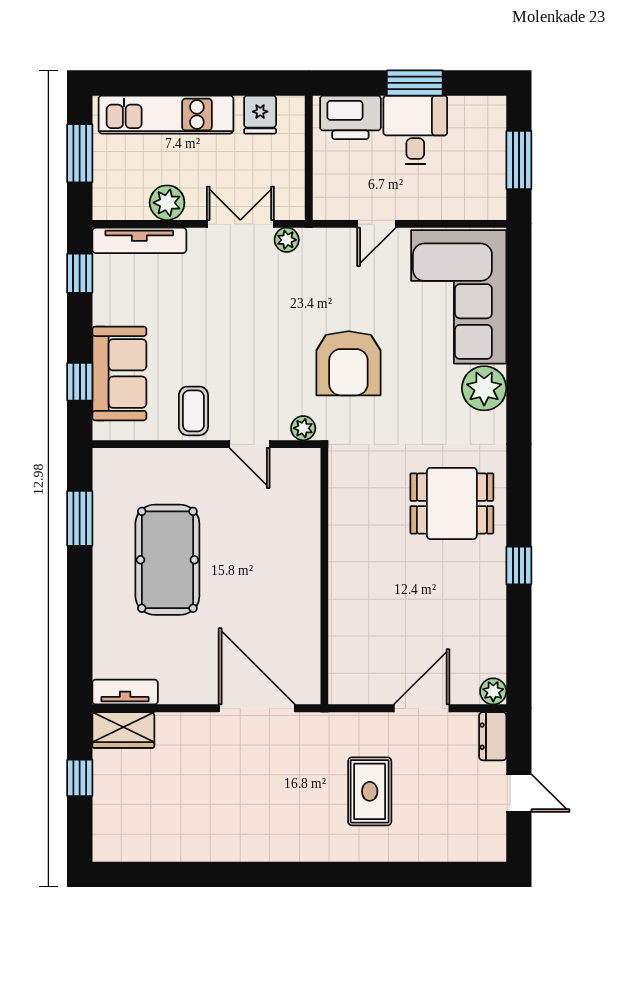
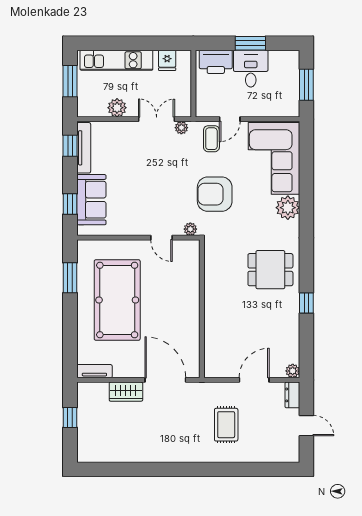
tv unit: (139, 240) -> (84, 148), moved, turned -90
armchair: (348, 363) -> (215, 194), turned 90
coffee table: (193, 411) -> (211, 139), moved
pool table: (167, 560) -> (117, 300), width x1.36, depth x1.32
wardrobe: (123, 730) -> (126, 392), moved

